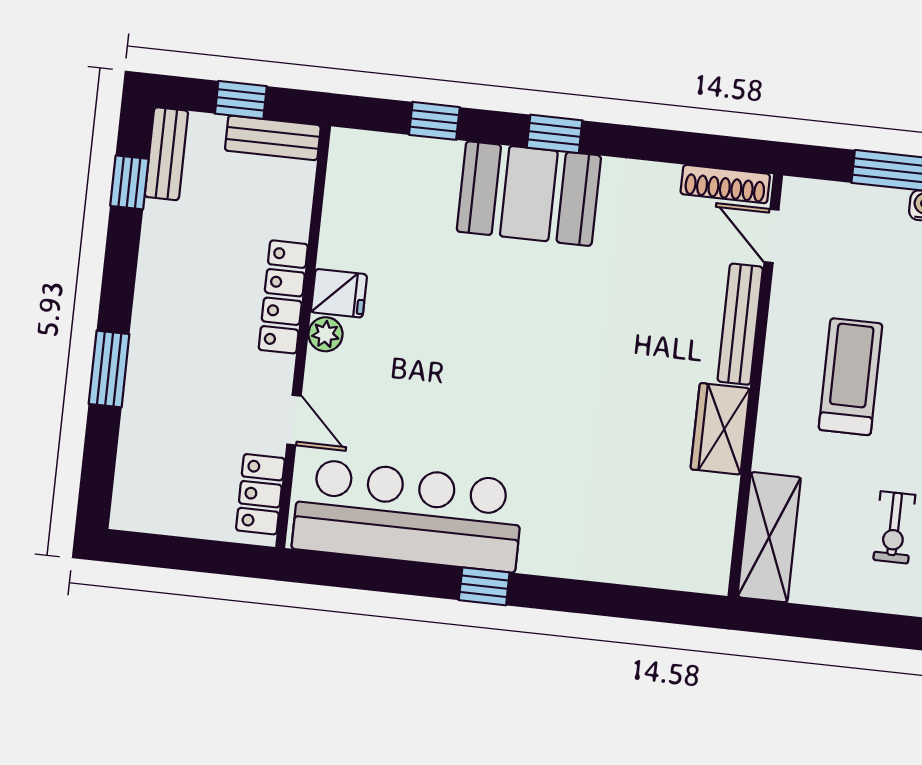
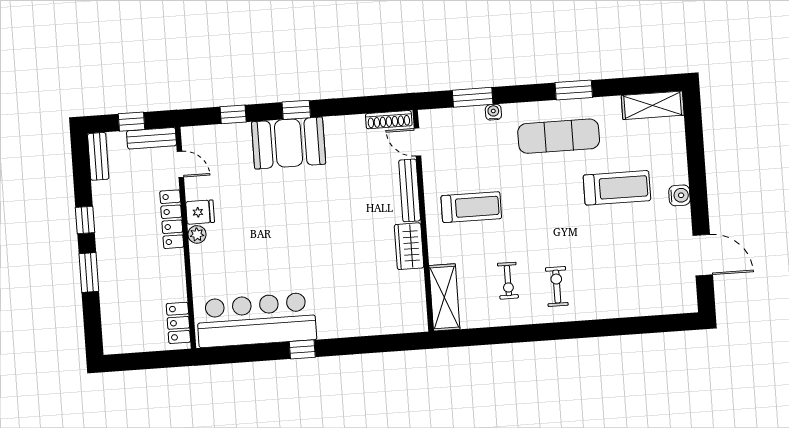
window: (129, 182) -> (85, 220), moved
treadmill: (851, 377) -> (471, 207), turned 90
door: (294, 420) -> (180, 164), moved

